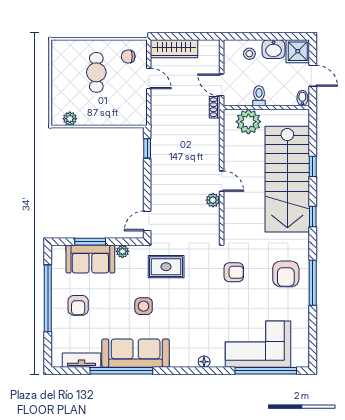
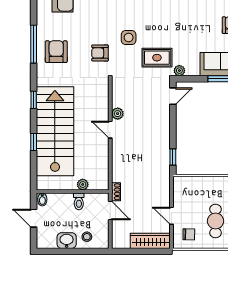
shower: (298, 51) -> (46, 239), removed
plant: (248, 122) -> (83, 184), width x0.53, depth x0.53
plant: (122, 251) -> (179, 71), moved
side table: (144, 306) -> (129, 38), moved

